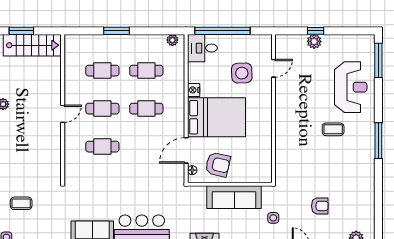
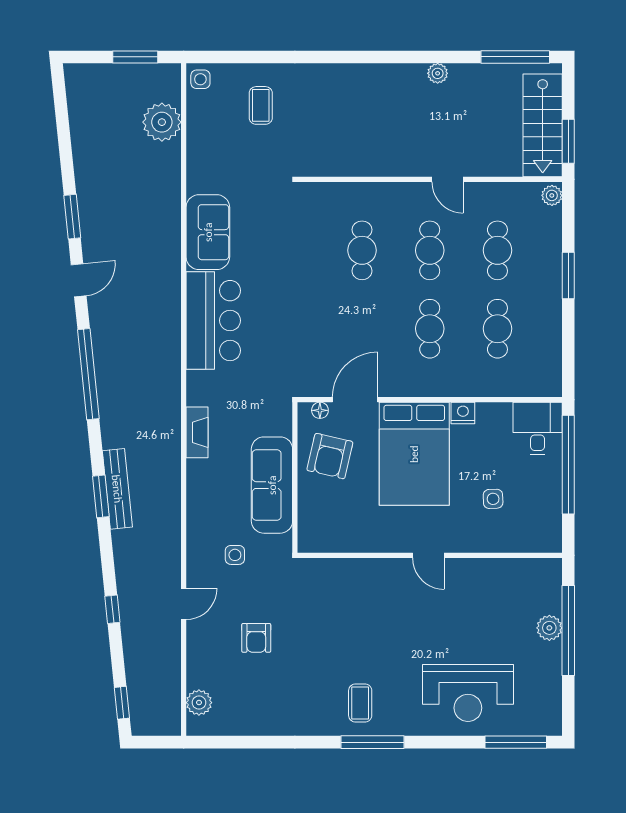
window: (21, 31) -> (568, 141), moved
window: (316, 31) -> (568, 631), width x3.17
plant: (172, 40) -> (552, 195), moved
door: (274, 68) -> (428, 555), moved
side table: (242, 73) -> (493, 499), width x0.54, depth x0.54
door: (63, 114) -> (448, 179), moved
coffee table: (333, 129) -> (360, 703), moved
door: (186, 150) -> (355, 400), hinge flipped

